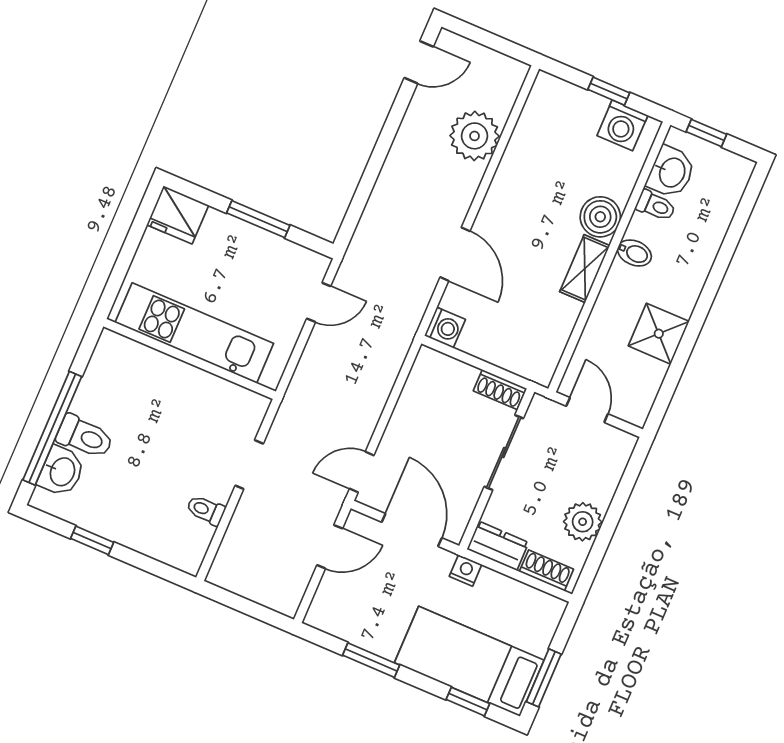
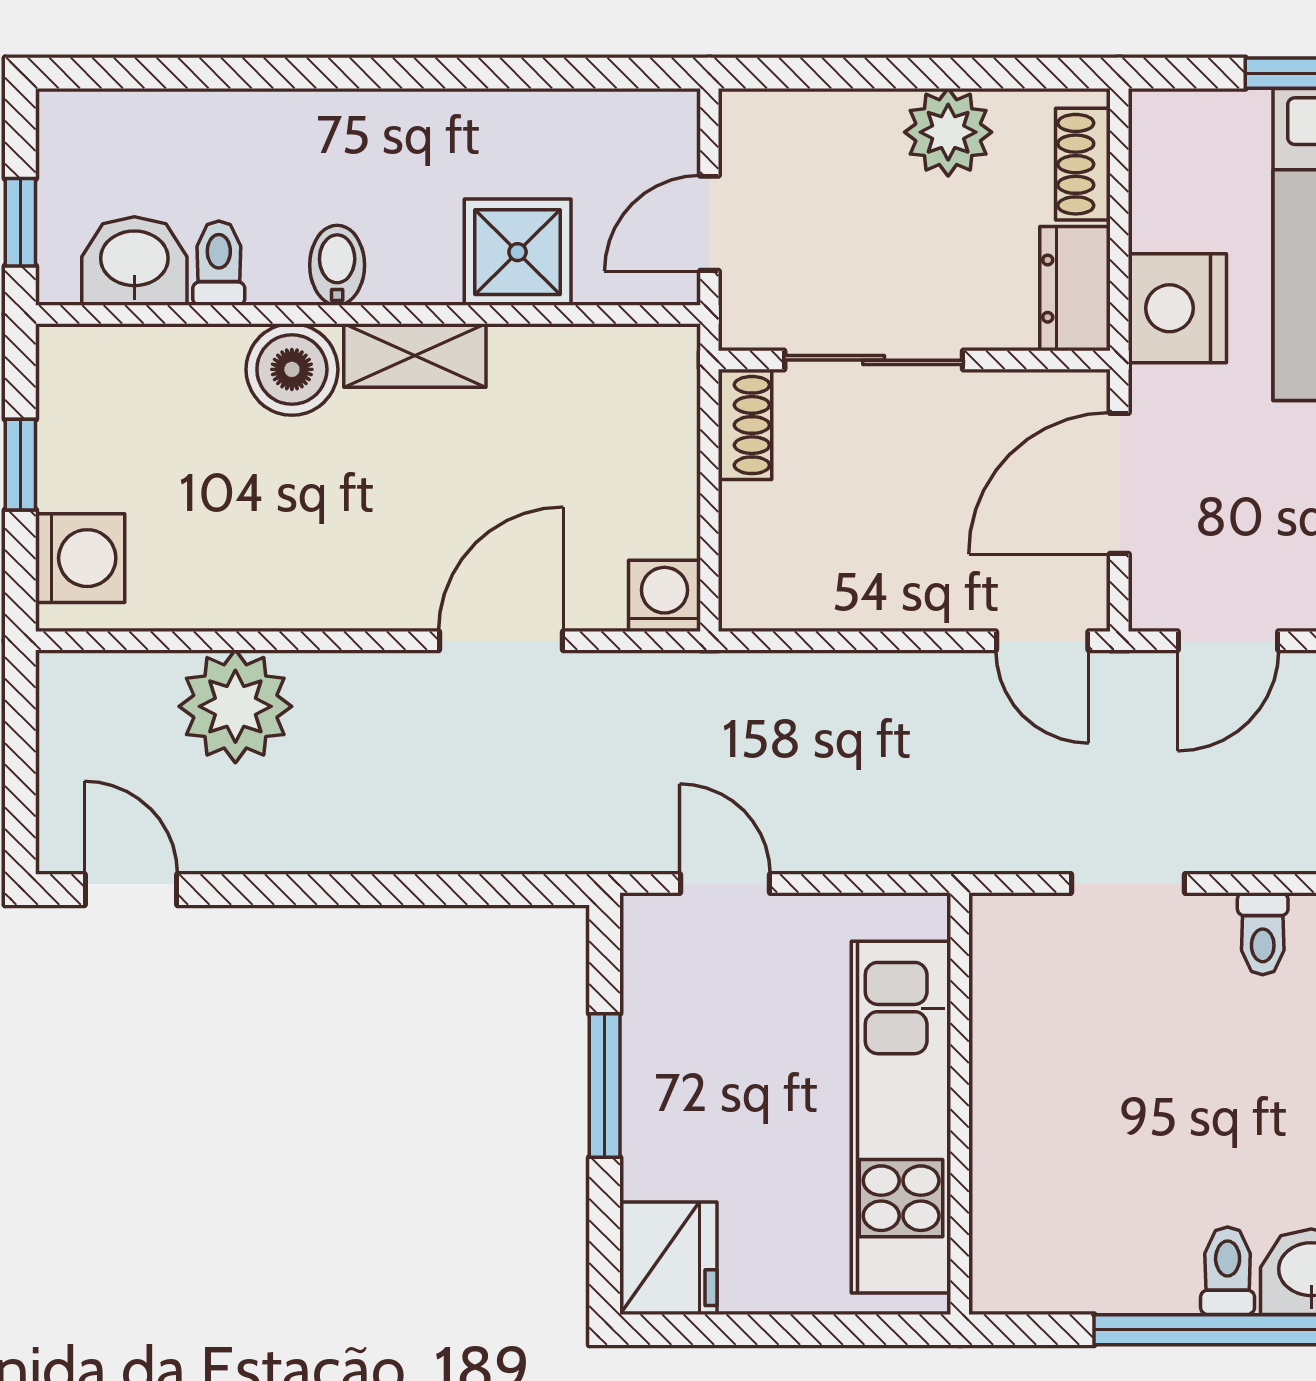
washing machine: (622, 125) -> (80, 558), moved
shower: (659, 334) -> (518, 252), moved
toilet: (85, 437) -> (1228, 1271), width x0.73, depth x0.72
door: (330, 547) -> (1228, 641), swing flipped
nightstand: (466, 570) -> (1177, 308), width x1.89, depth x1.79

